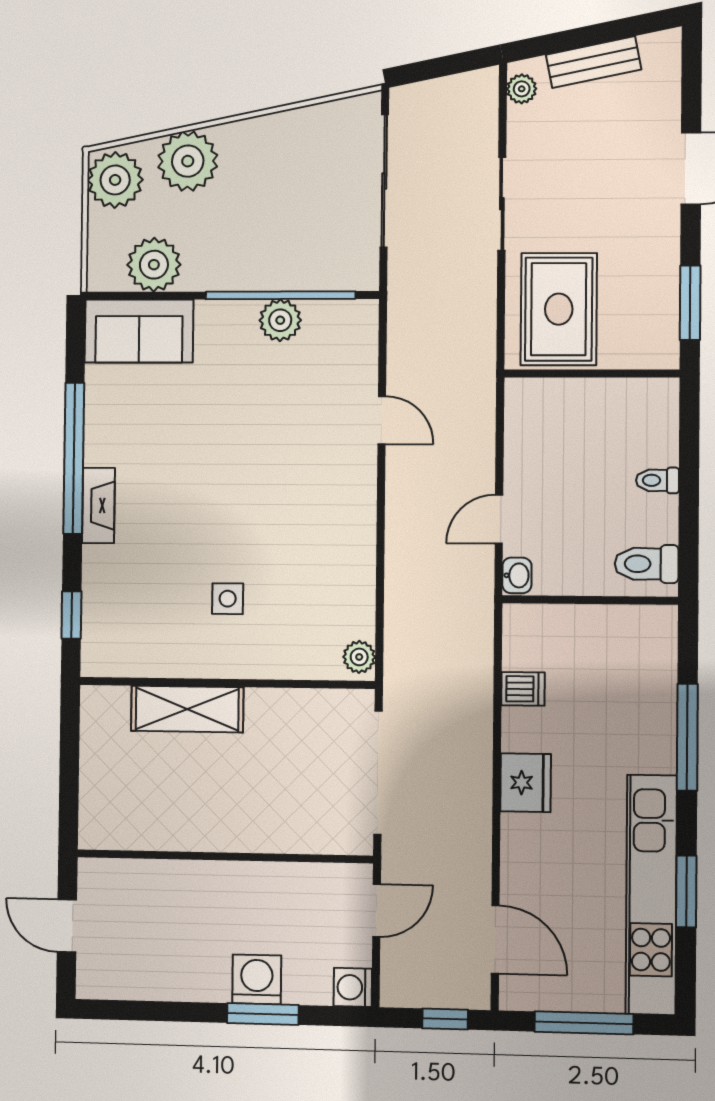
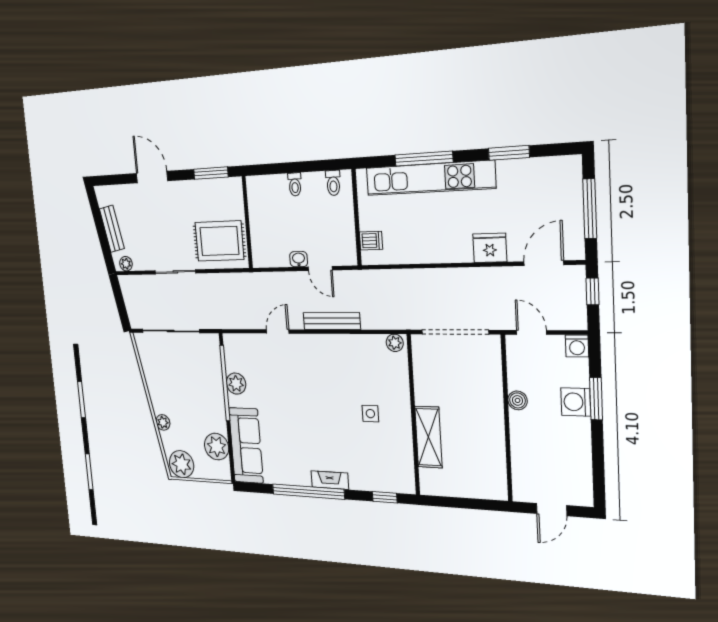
plant: (188, 161) -> (163, 422), width x0.53, depth x0.53
sofa: (139, 331) -> (246, 445), width x1.36
bench: (400, 535) -> (332, 321), added
toilet: (647, 564) -> (333, 183), width x0.73, depth x0.72
washbasin: (517, 575) -> (299, 259), moved
dishwasher: (523, 689) -> (371, 241), moved, turned 90
fridge: (526, 783) -> (490, 248), moved
boiler: (257, 878) -> (518, 400), added
kitchen unit: (651, 895) -> (430, 178), moved

